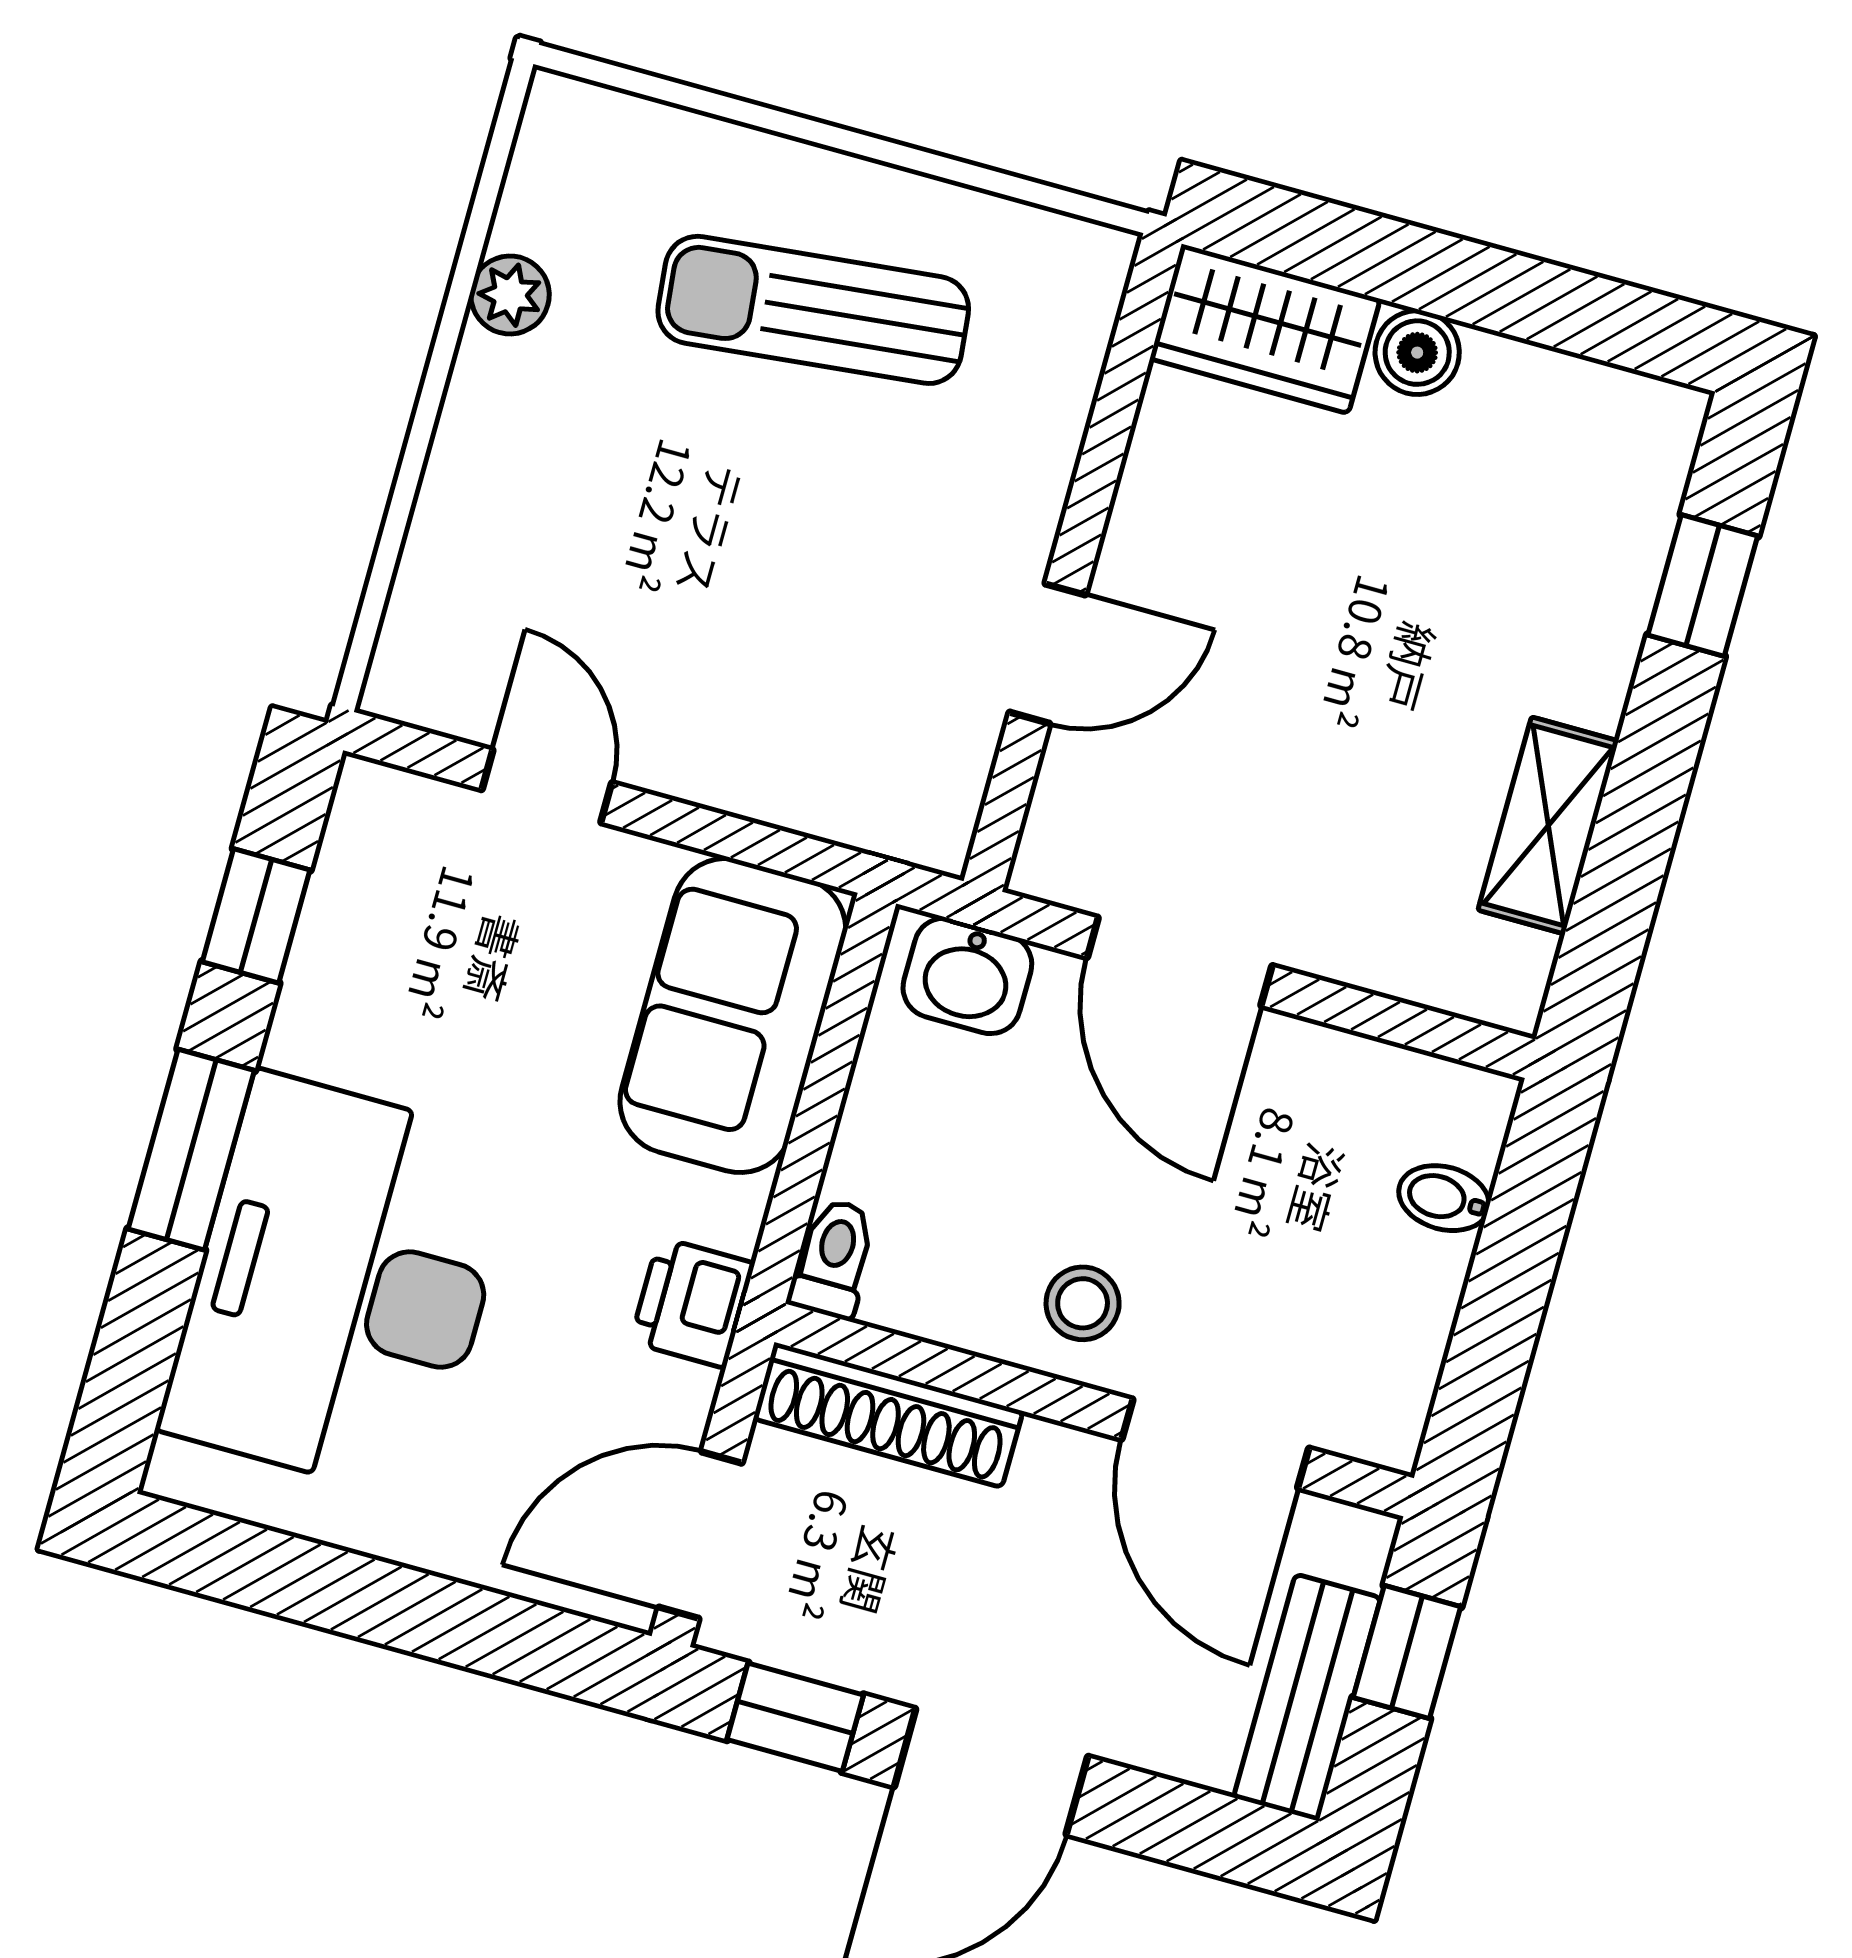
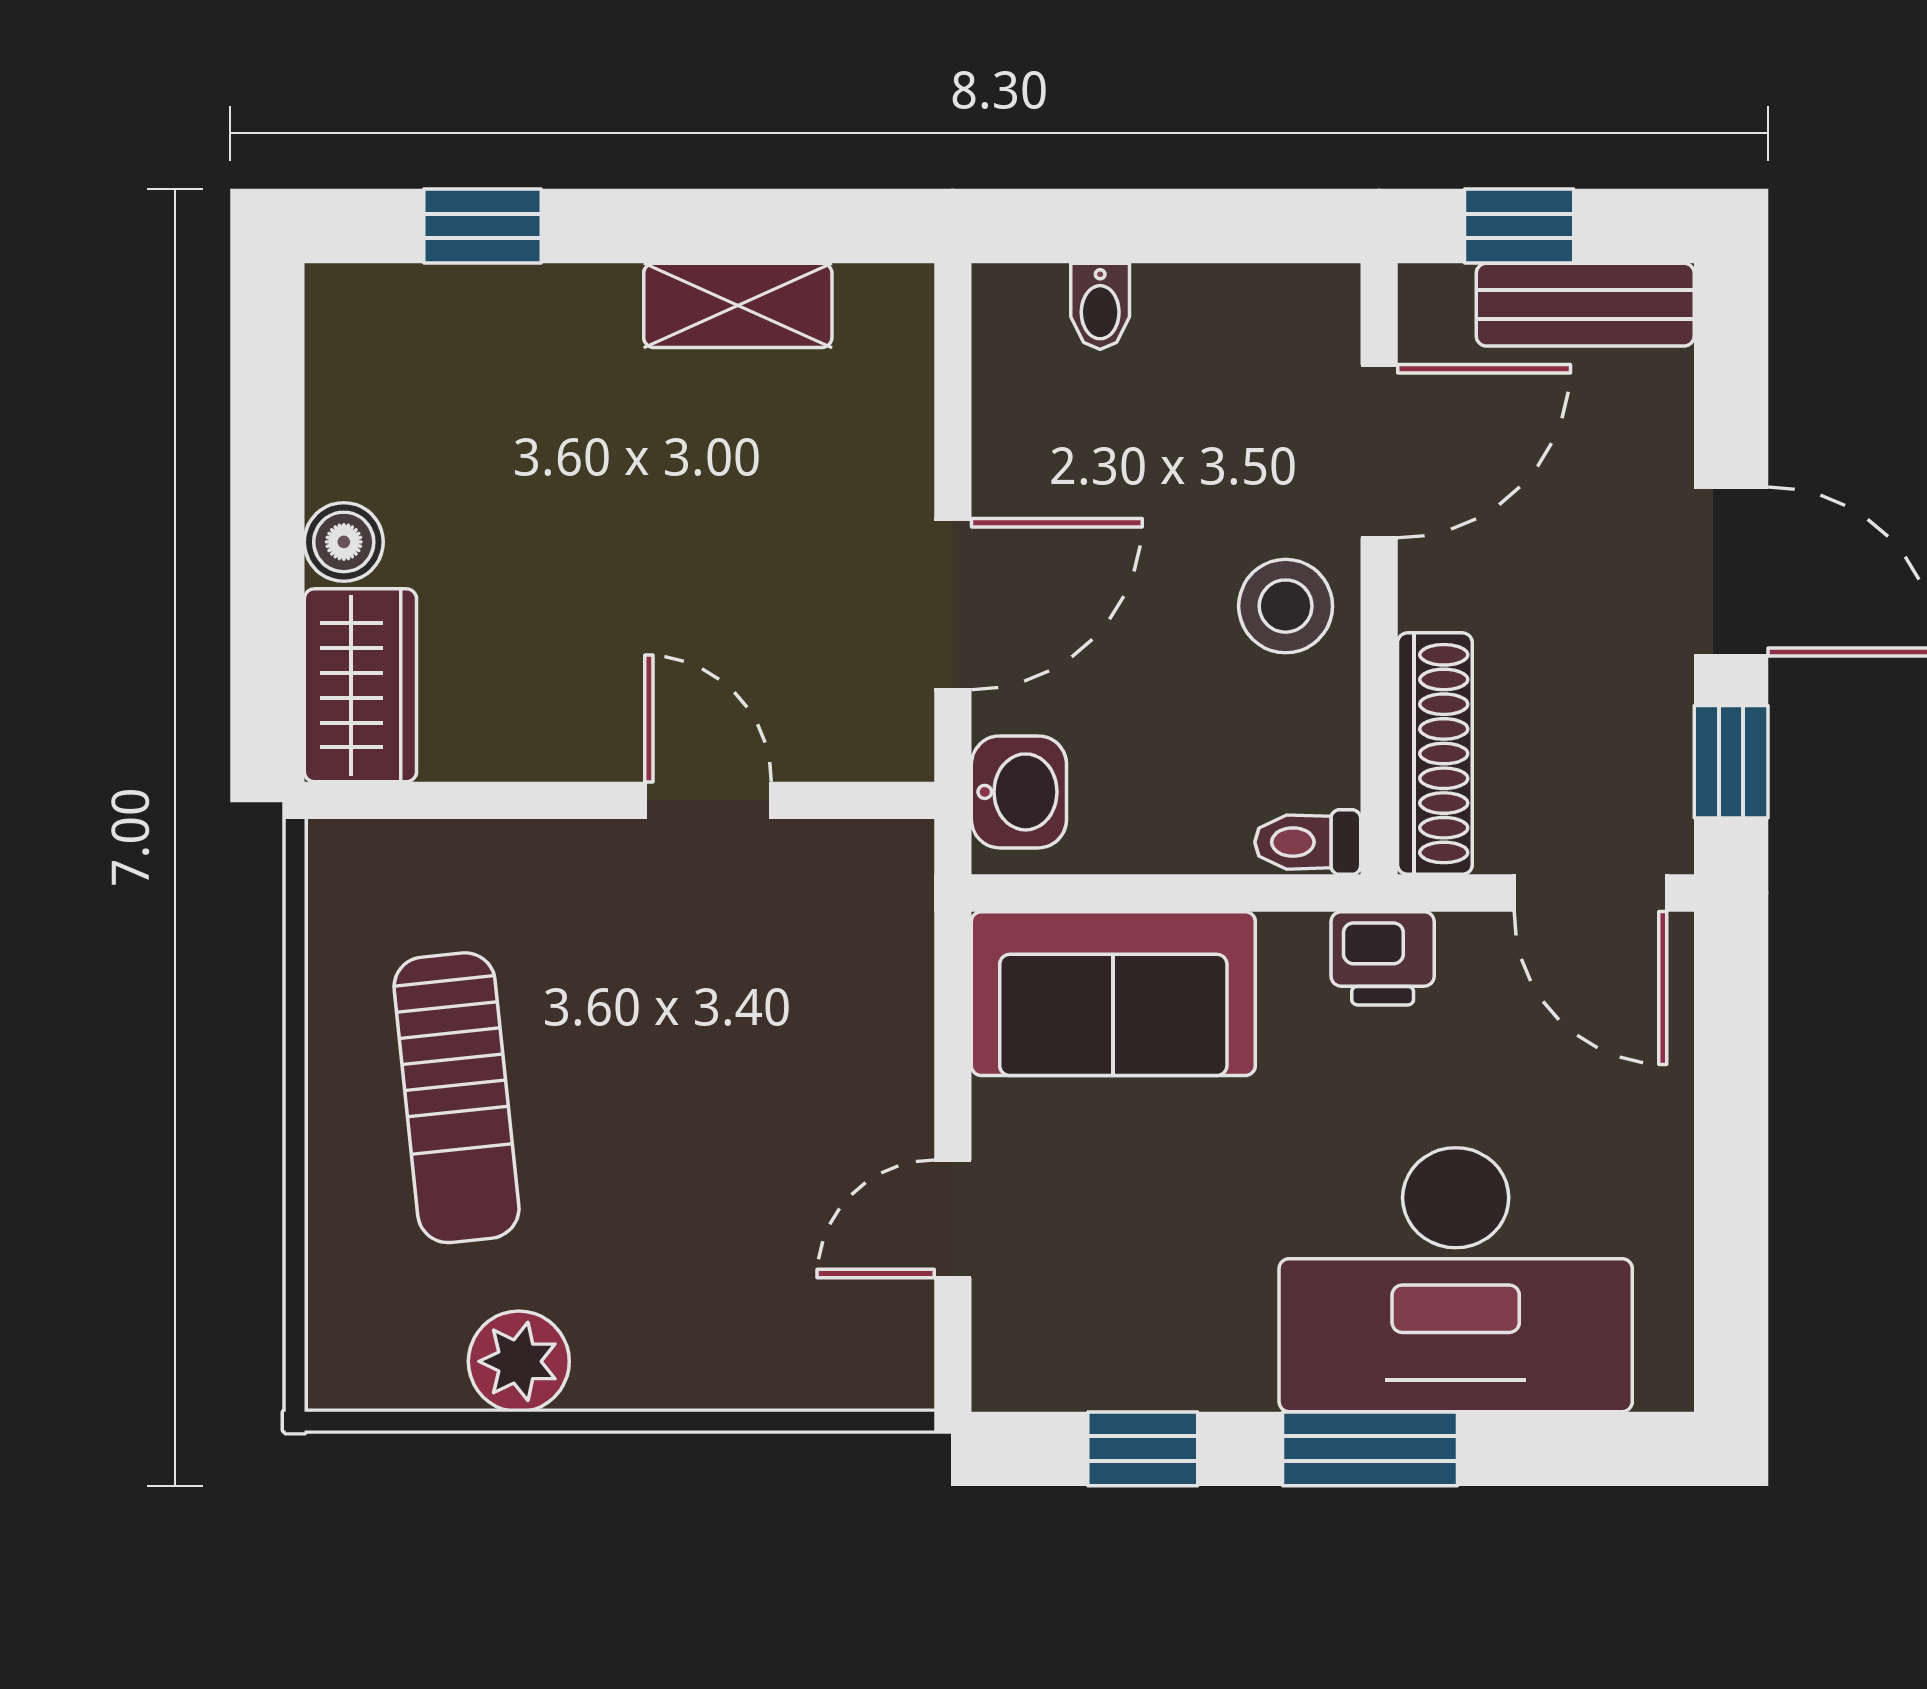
plant: (510, 295) -> (519, 1361), width x1.38, depth x1.38
stool: (1083, 1303) -> (1286, 606), width x1.37, depth x1.37

